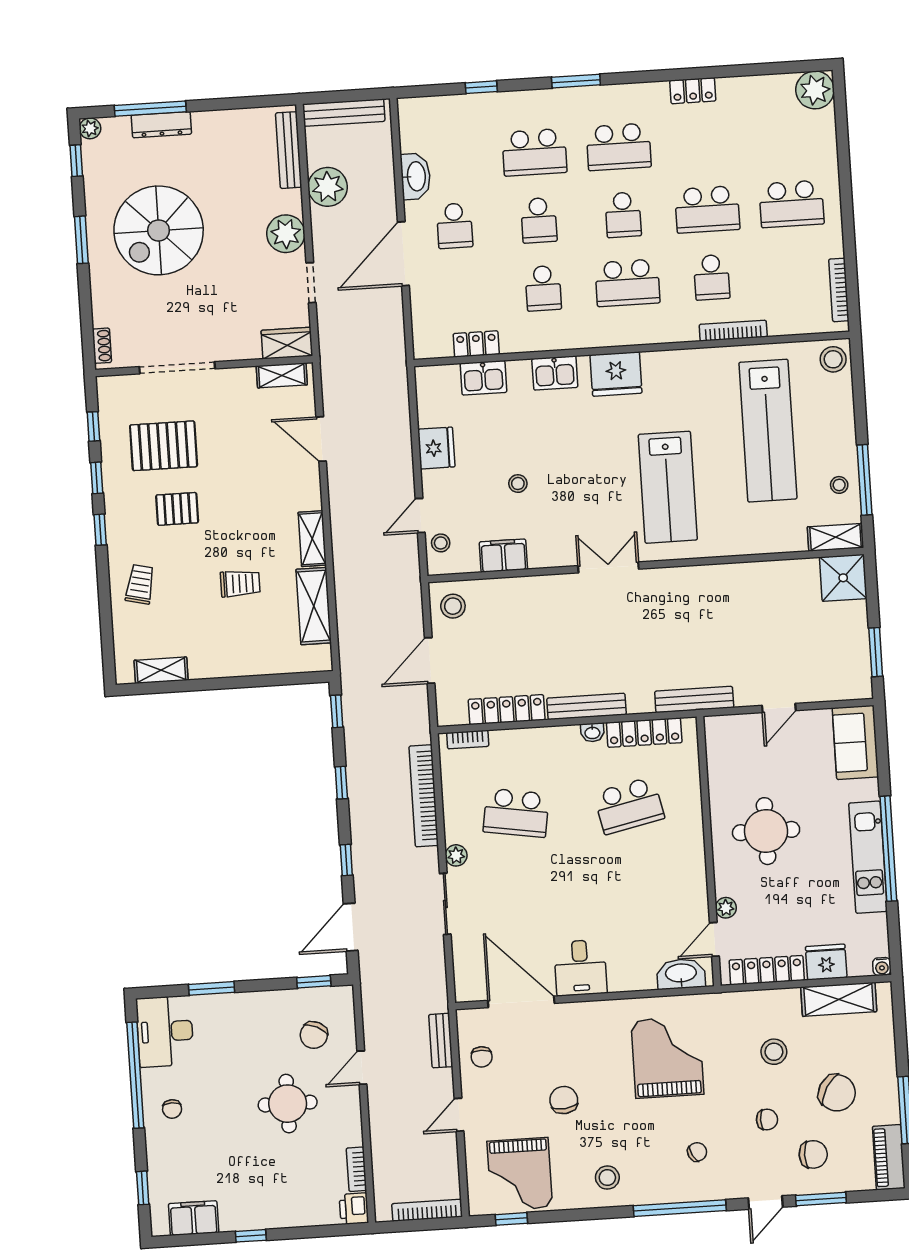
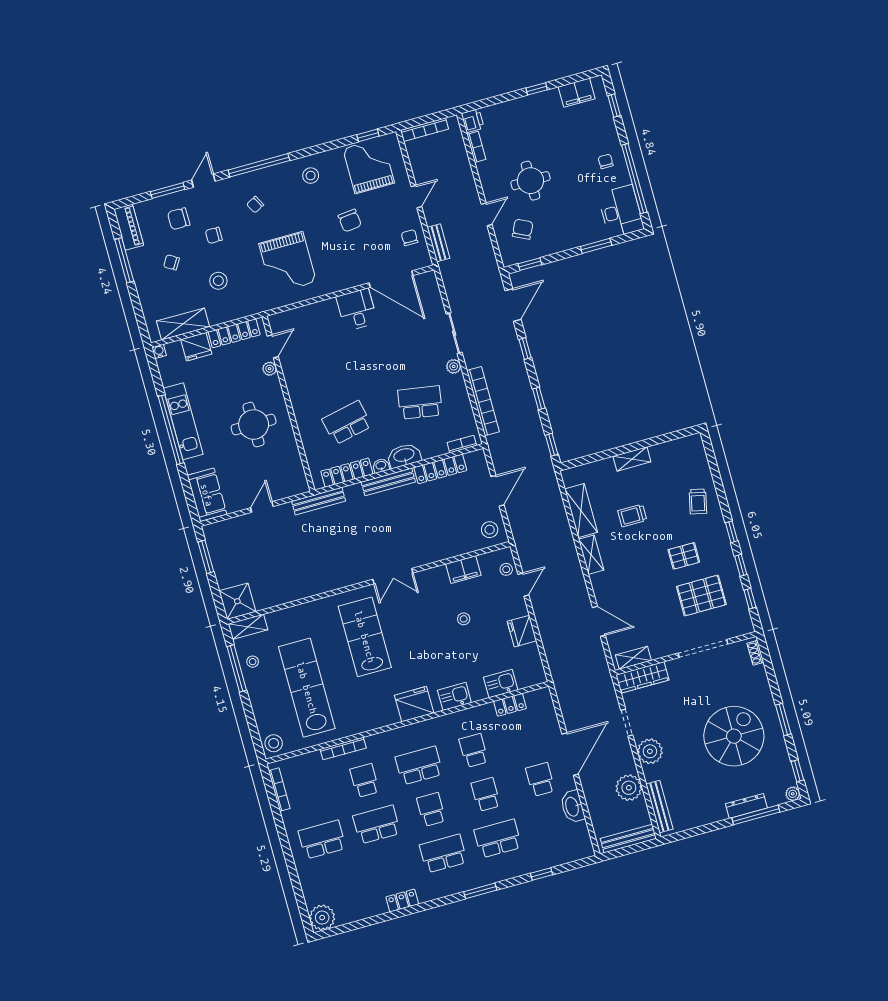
wardrobe: (287, 343) -> (642, 677), width x1.50
shelving: (161, 670) -> (632, 459), moved
washbasin: (681, 974) -> (404, 456), moved, turned 180
chair: (837, 1093) -> (171, 262), width x0.54, depth x0.54

